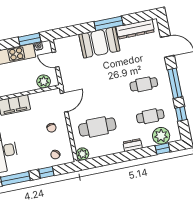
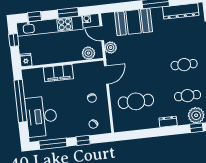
window: (30, 39) -> (68, 13), moved
booth: (99, 42) -> (133, 22), moved
plant: (82, 154) -> (111, 48), moved

